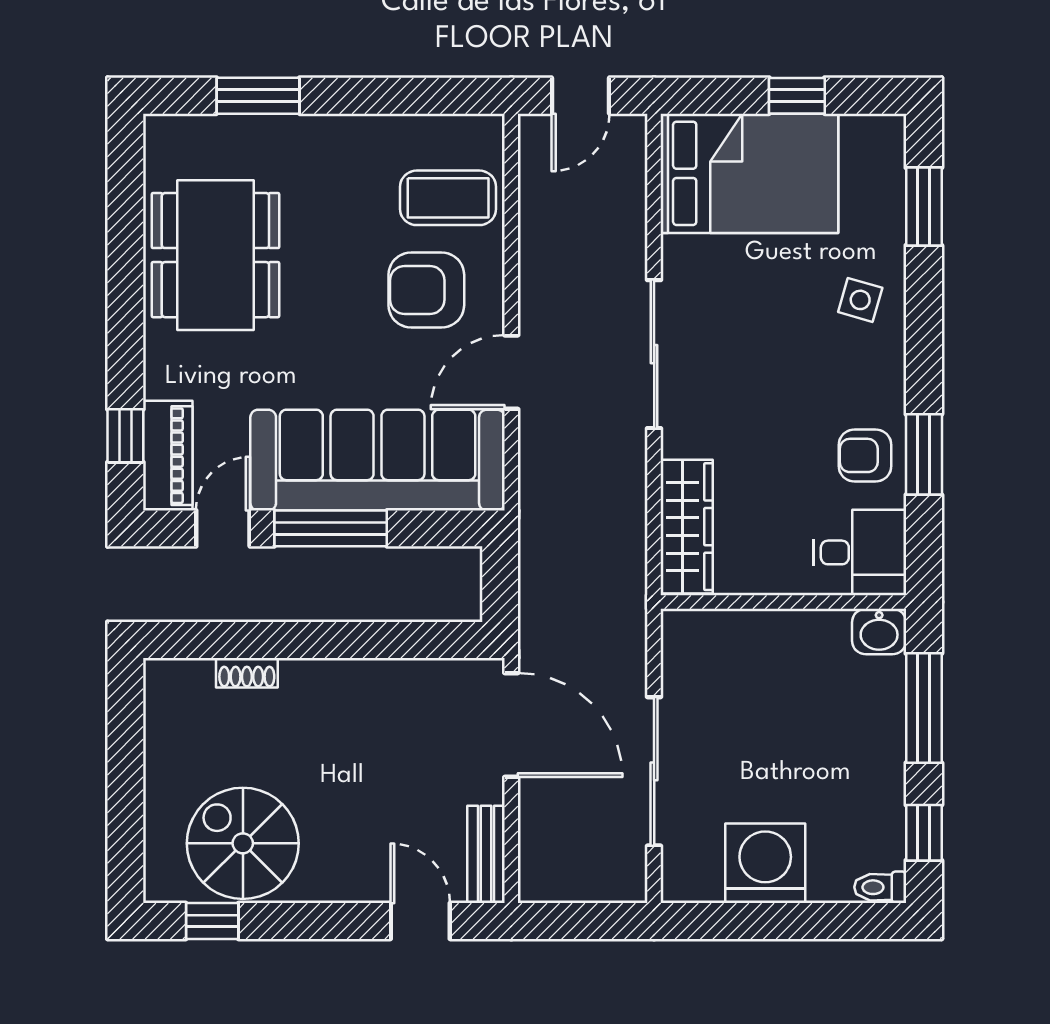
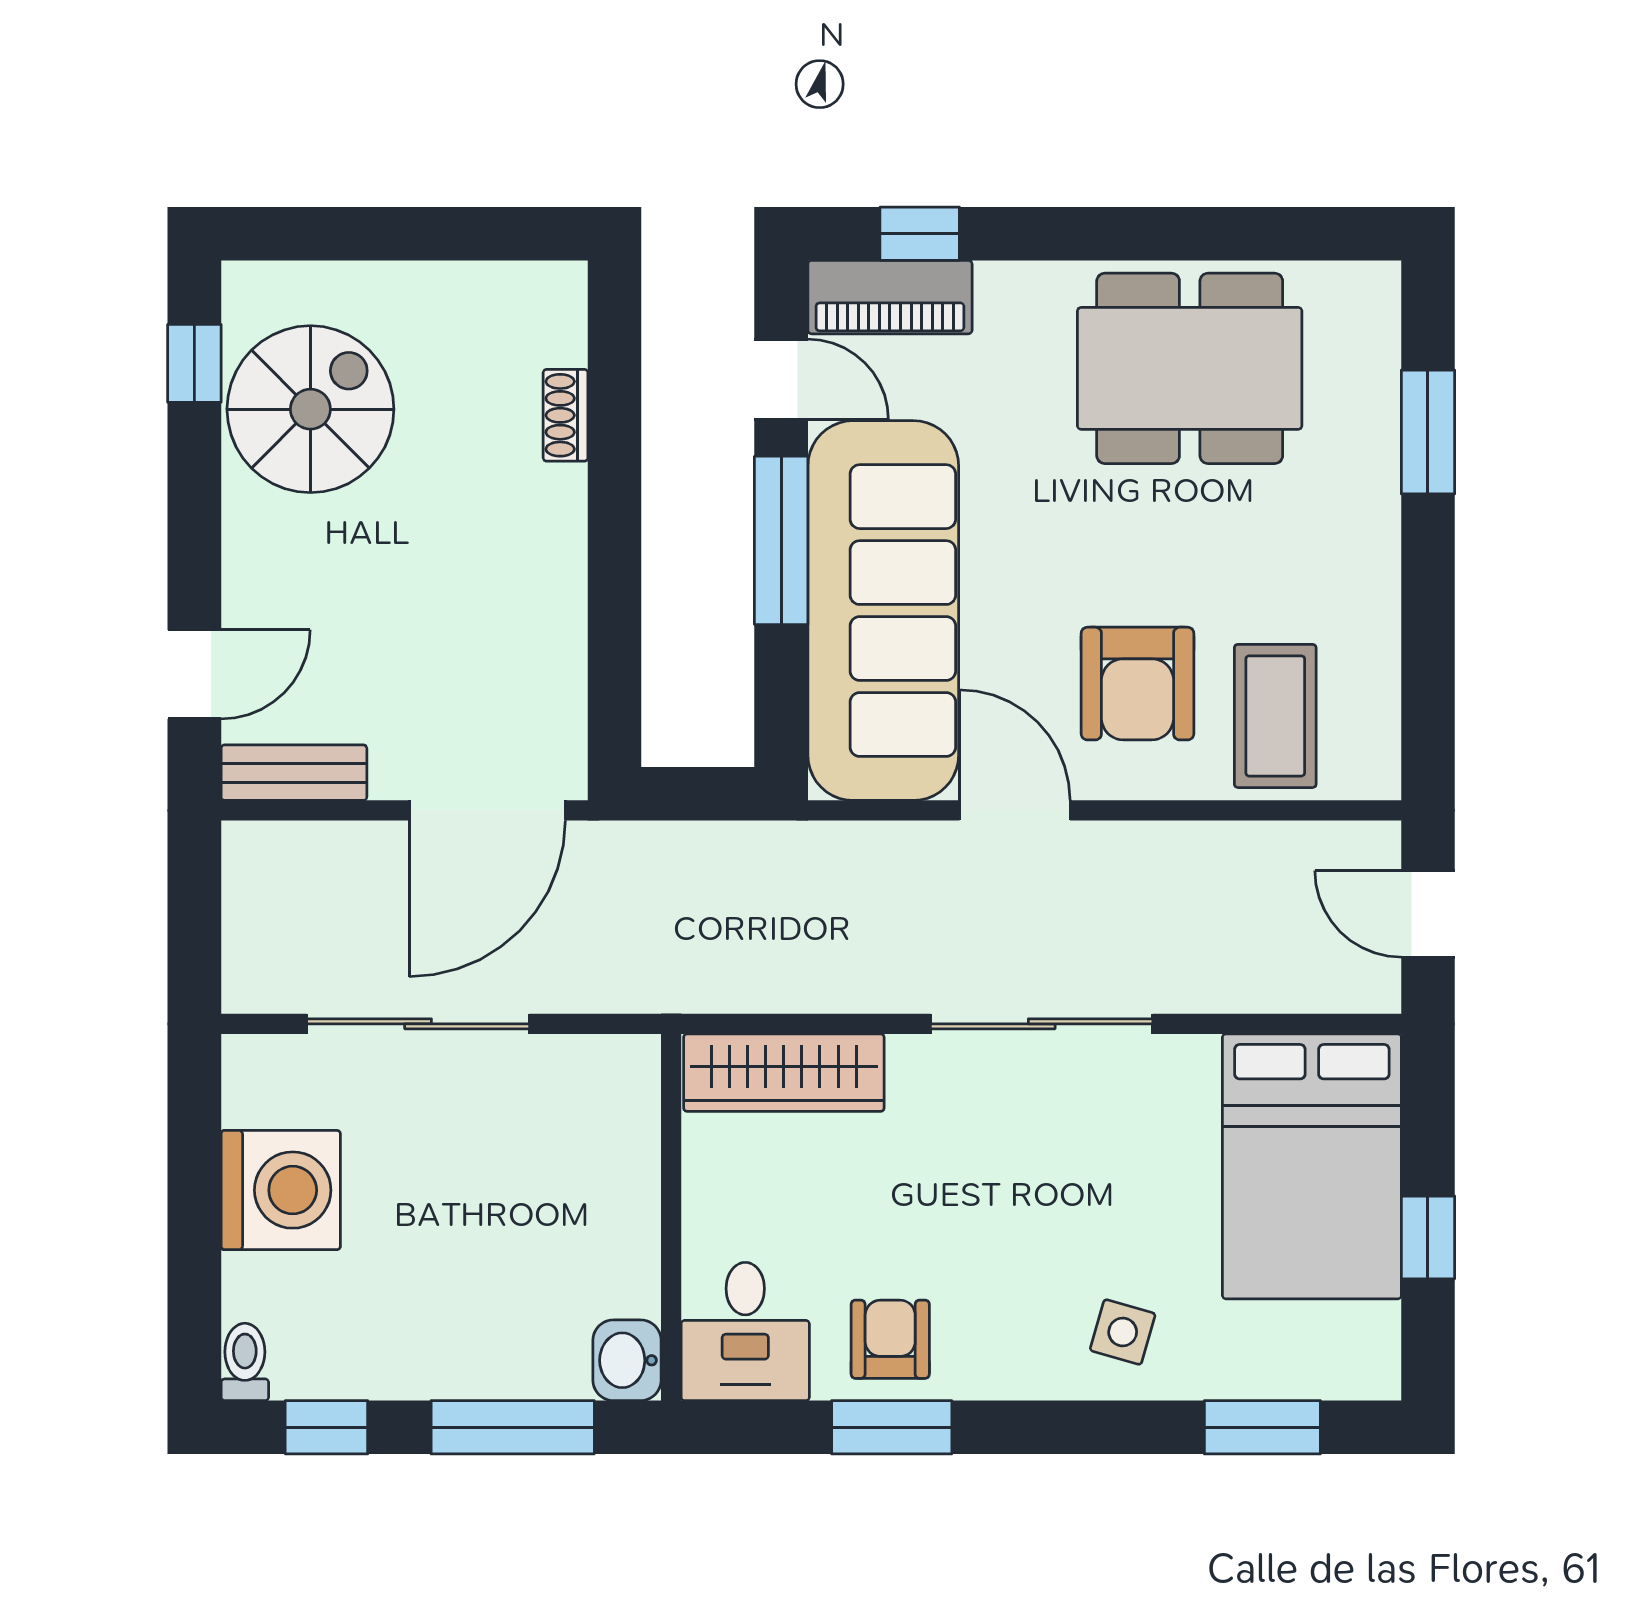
armchair: (426, 290) -> (1138, 684), turned 180

